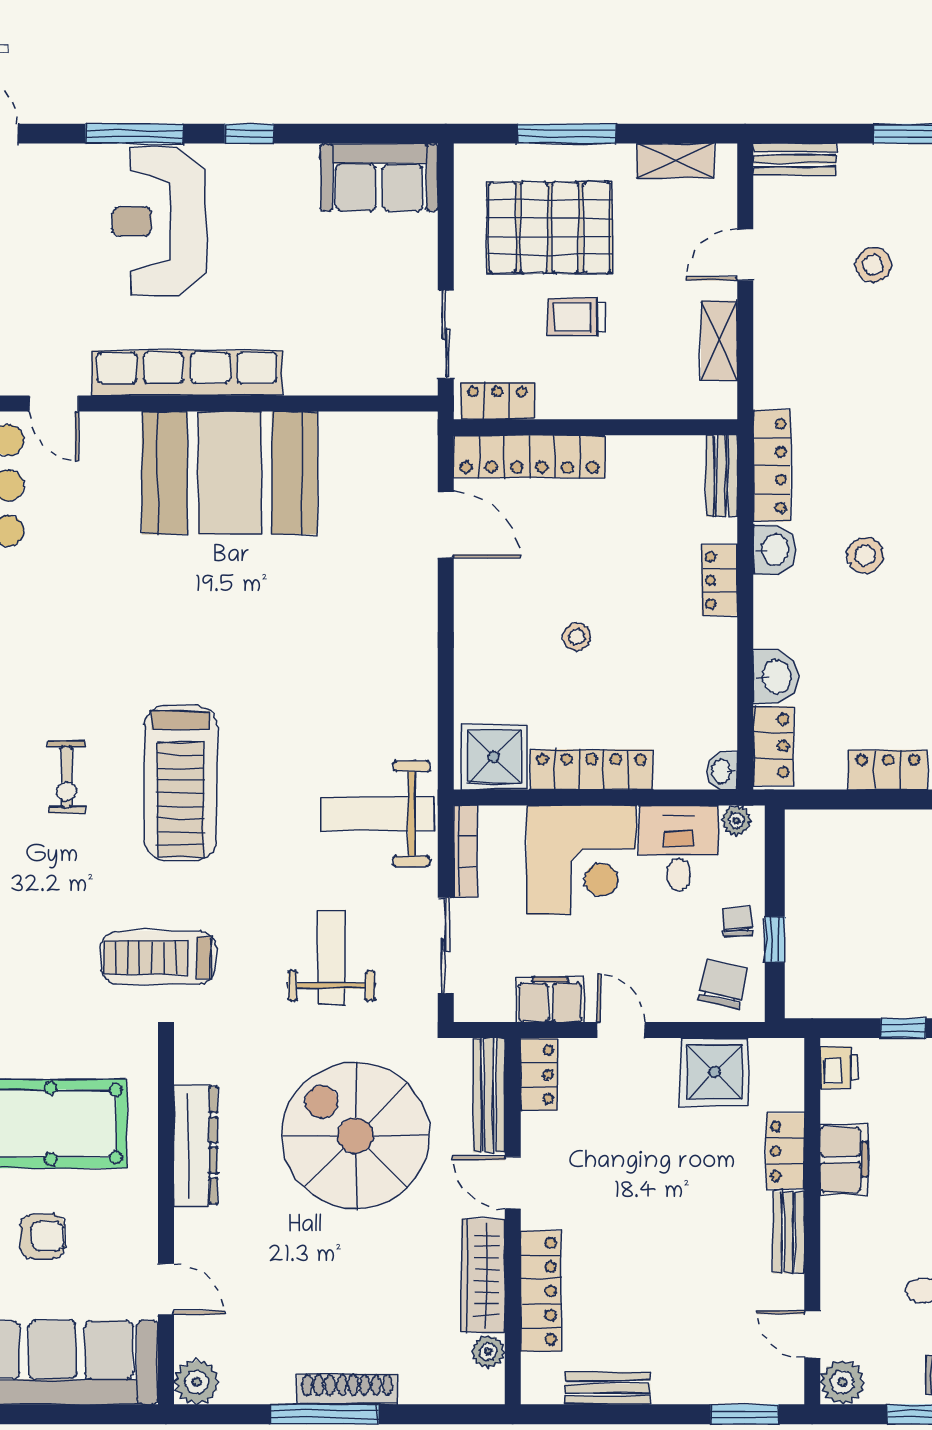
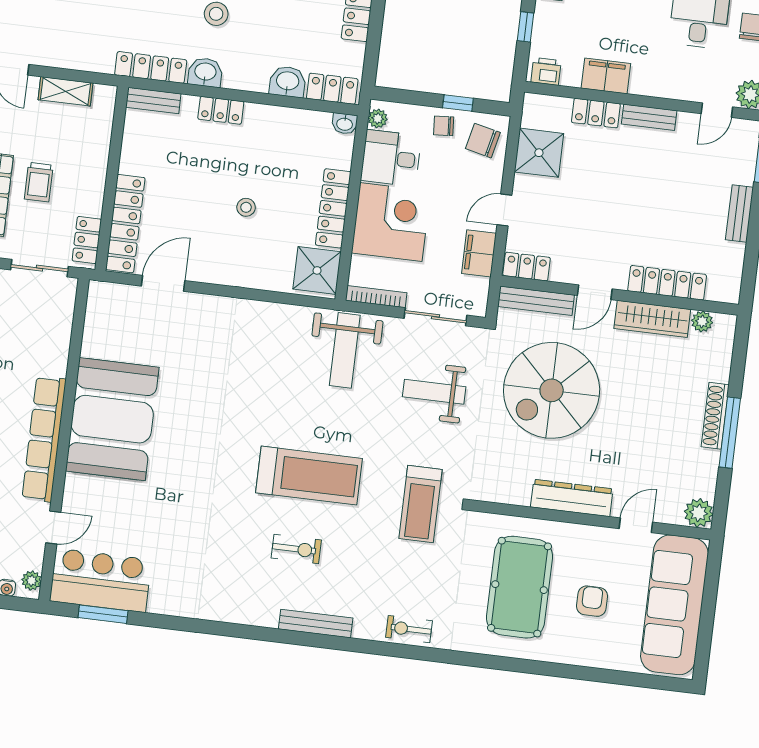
dresser: (196, 1145) -> (572, 498), moved
bench: (607, 1388) -> (739, 214), moved

